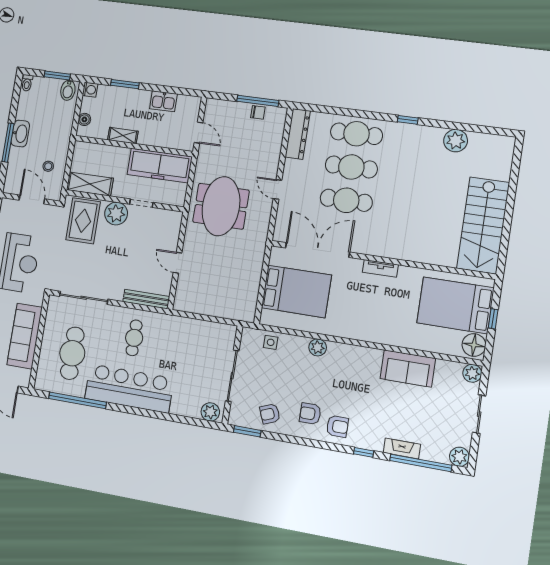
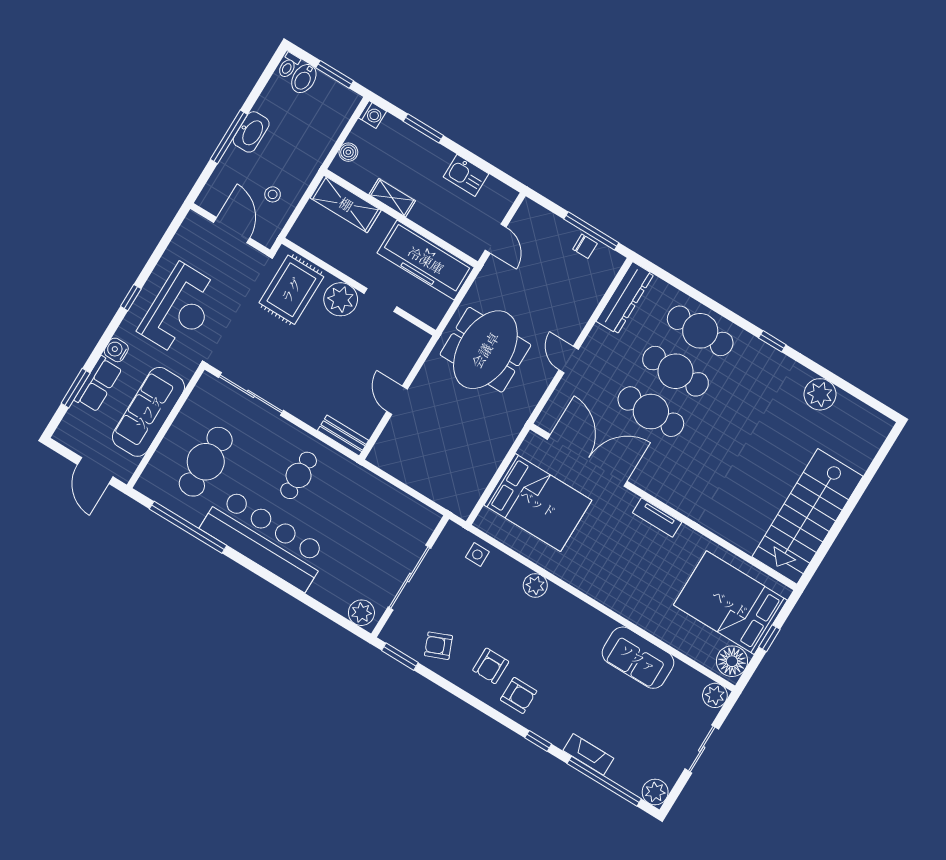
bidet: (68, 90) -> (304, 79), moved
shelving: (90, 184) -> (346, 204), moved
bench: (146, 299) -> (343, 435), width x0.73
armchair: (310, 414) -> (491, 666), turned -90

